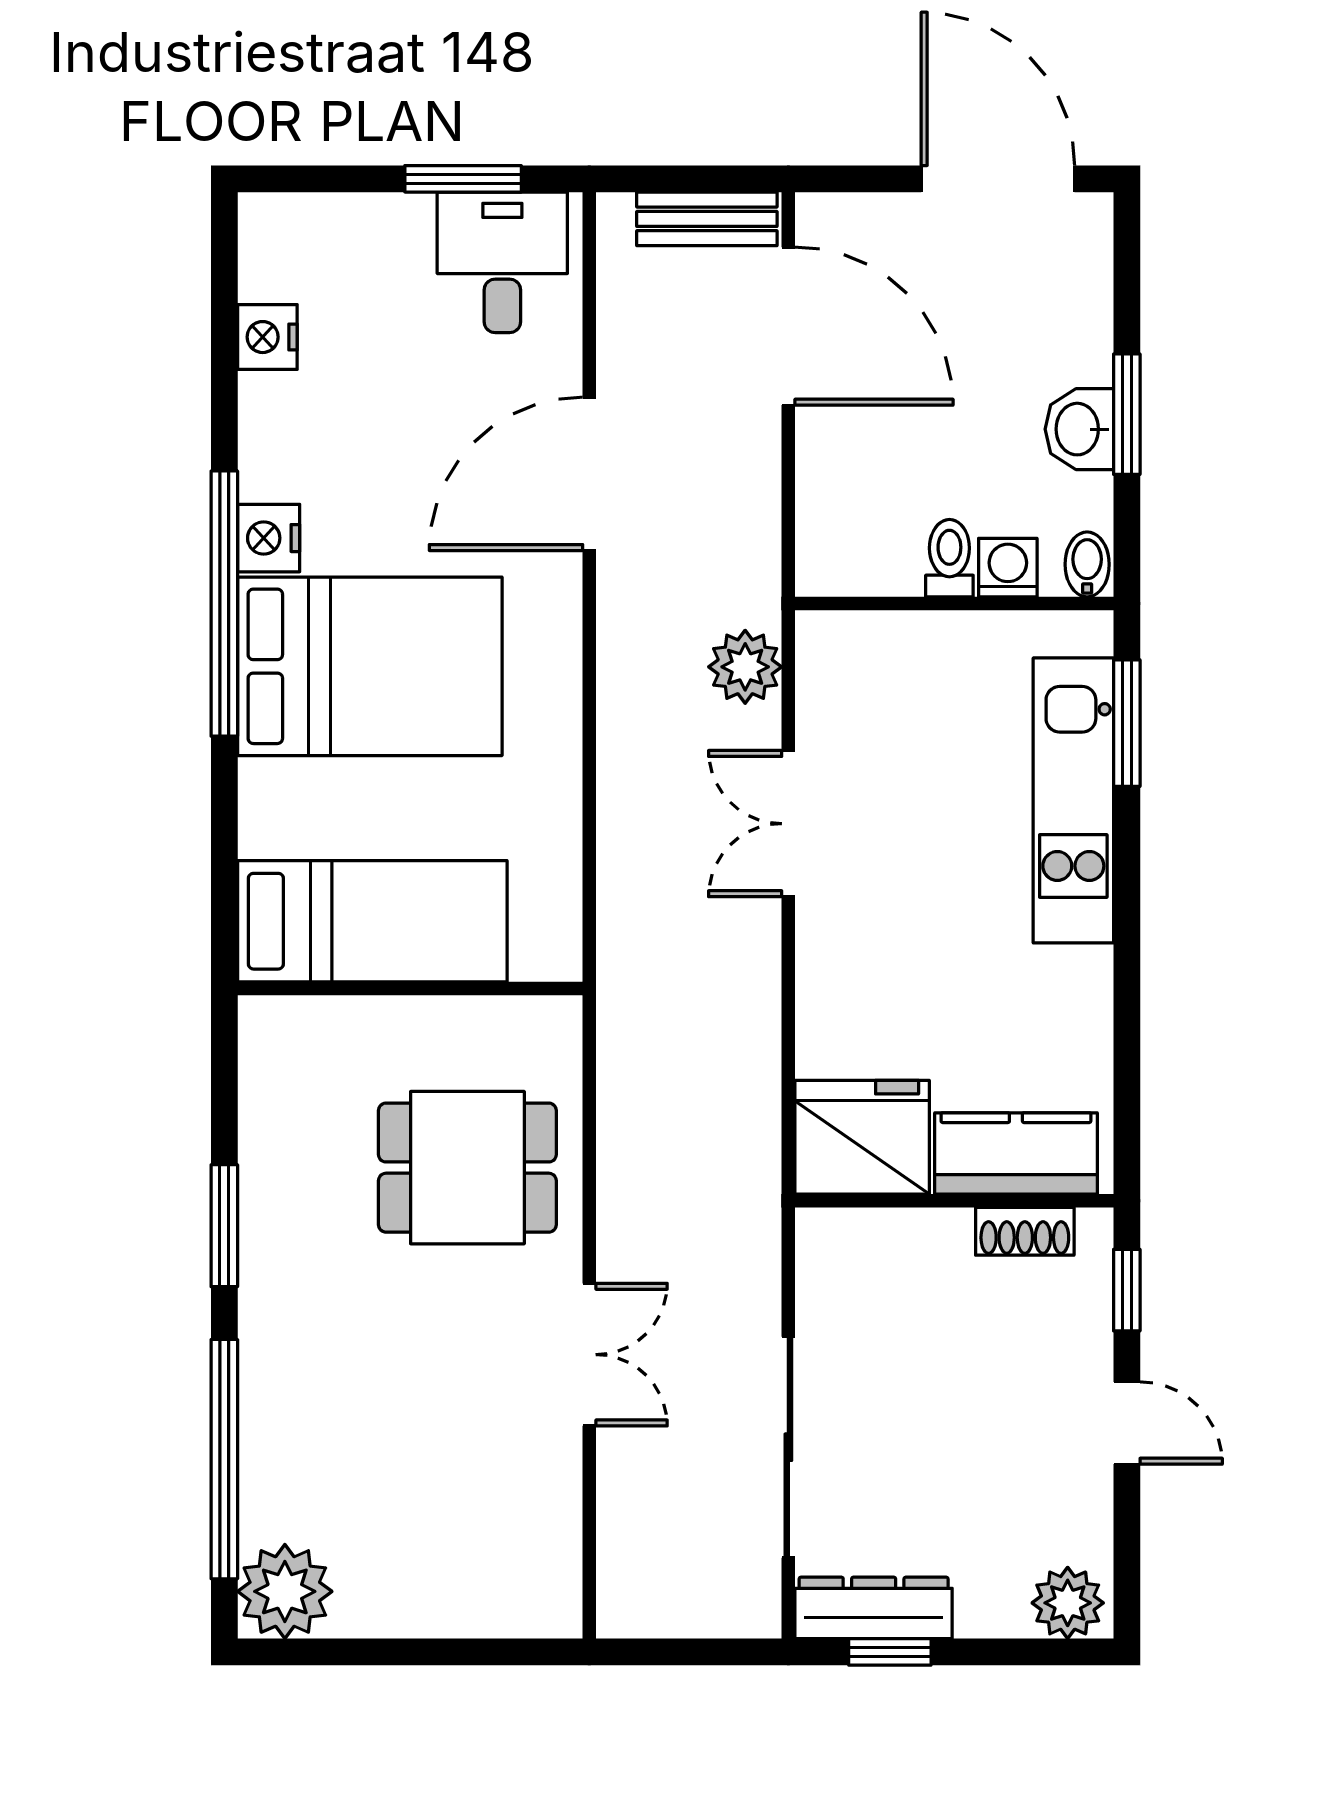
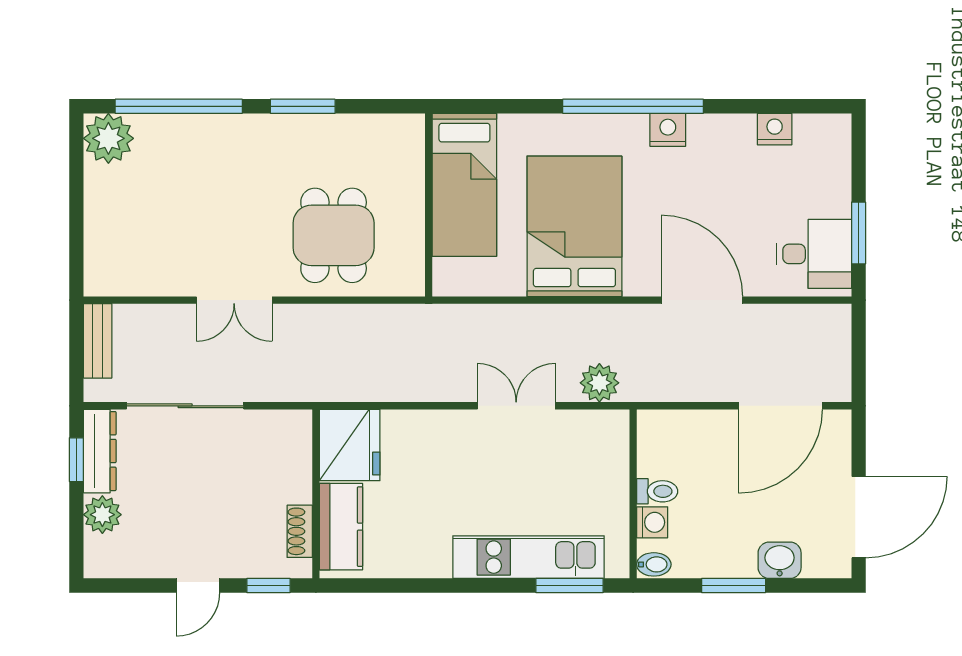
bench: (707, 219) -> (98, 341), moved
washbasin: (1079, 429) -> (780, 560), moved
bed: (370, 666) -> (574, 226), moved, turned 180
plant: (1068, 1603) -> (102, 515), moved

